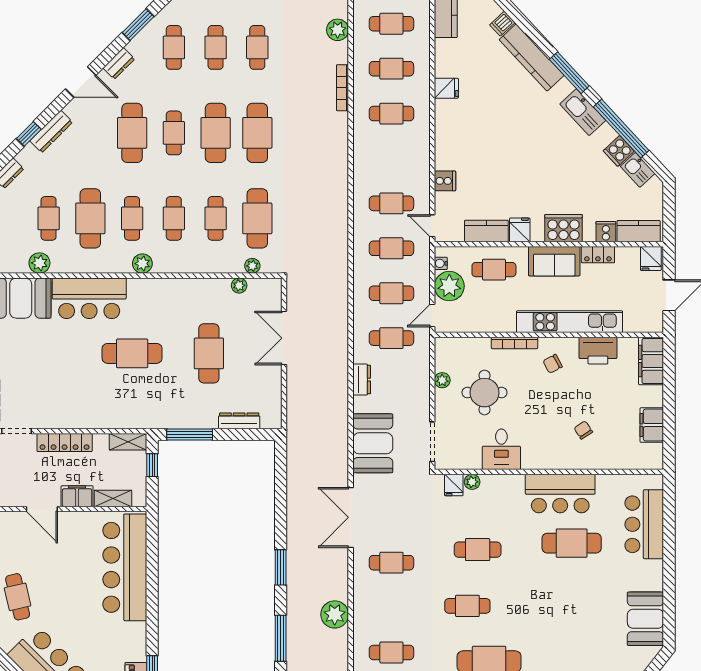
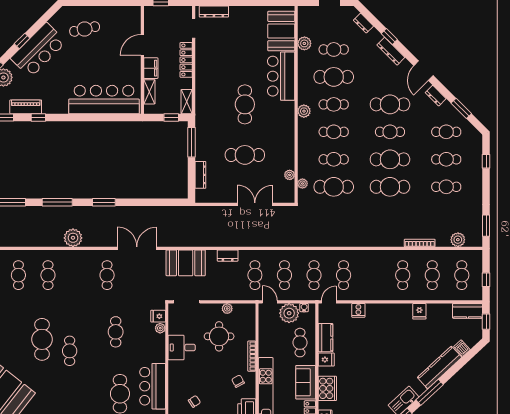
cafe table: (467, 606) -> (70, 351), moved

